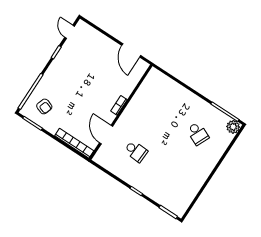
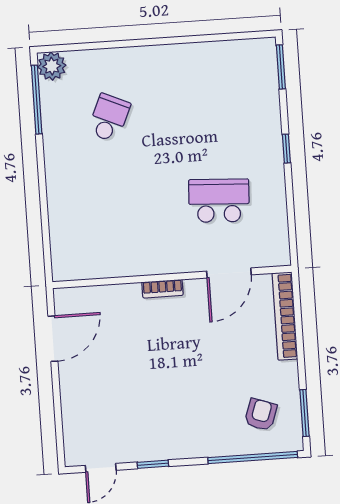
school desk: (136, 151) -> (219, 201), width x1.85

